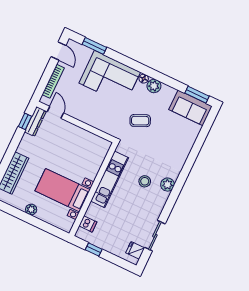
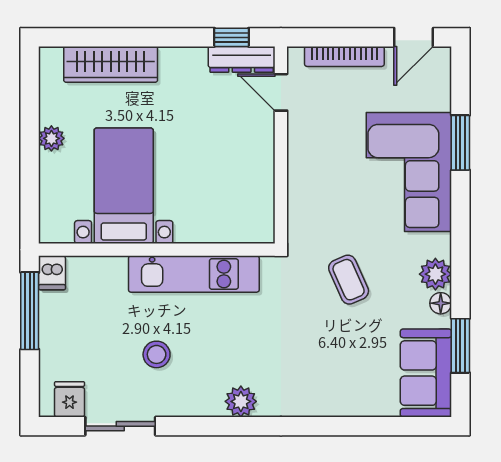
window: (94, 46) -> (460, 143), moved
floor lamp: (144, 79) -> (441, 303), moved
window: (197, 95) -> (460, 346), moved
door: (55, 112) -> (281, 92), swing flipped
stool: (145, 181) -> (157, 354), moved
dishwasher: (88, 224) -> (52, 273), moved
window: (94, 249) -> (30, 311), width x2.17

